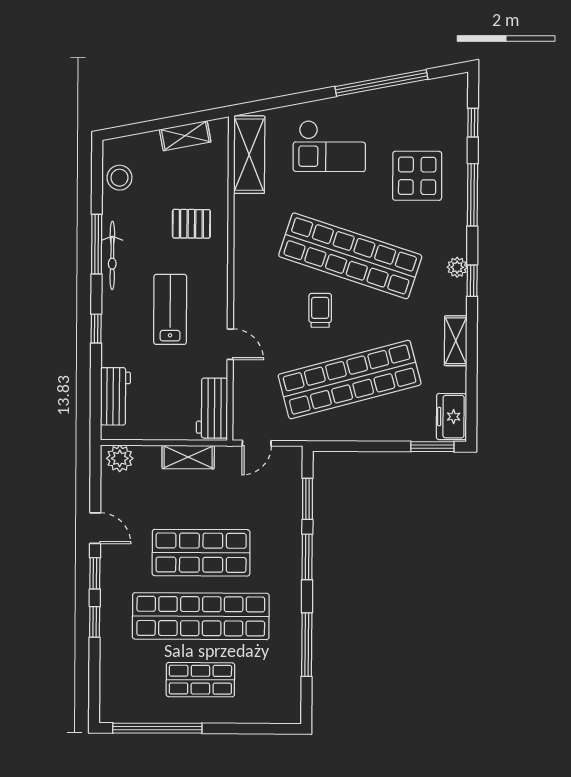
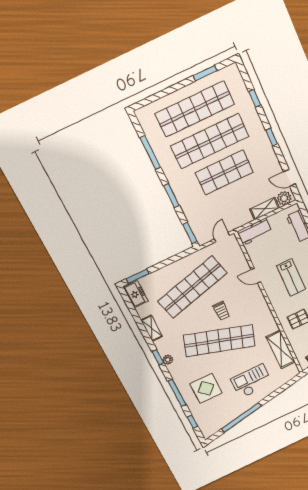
shelving: (249, 155) -> (281, 349), moved
workbench: (212, 408) -> (255, 232), moved, turned 90
shelving: (188, 457) -> (265, 209), moved
window: (307, 499) -> (190, 233), moved
door: (95, 528) -> (289, 178), moved
window: (95, 622) -> (255, 98), moved
shop shelf: (200, 680) -> (195, 109), width x2.00, depth x1.36
window: (157, 728) -> (205, 73), width x0.47

